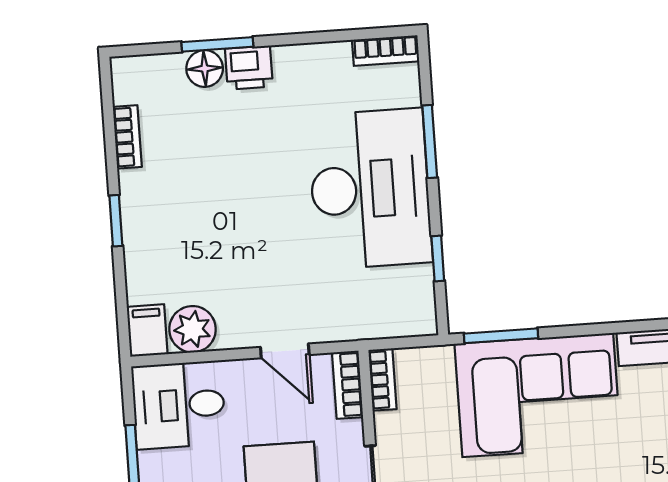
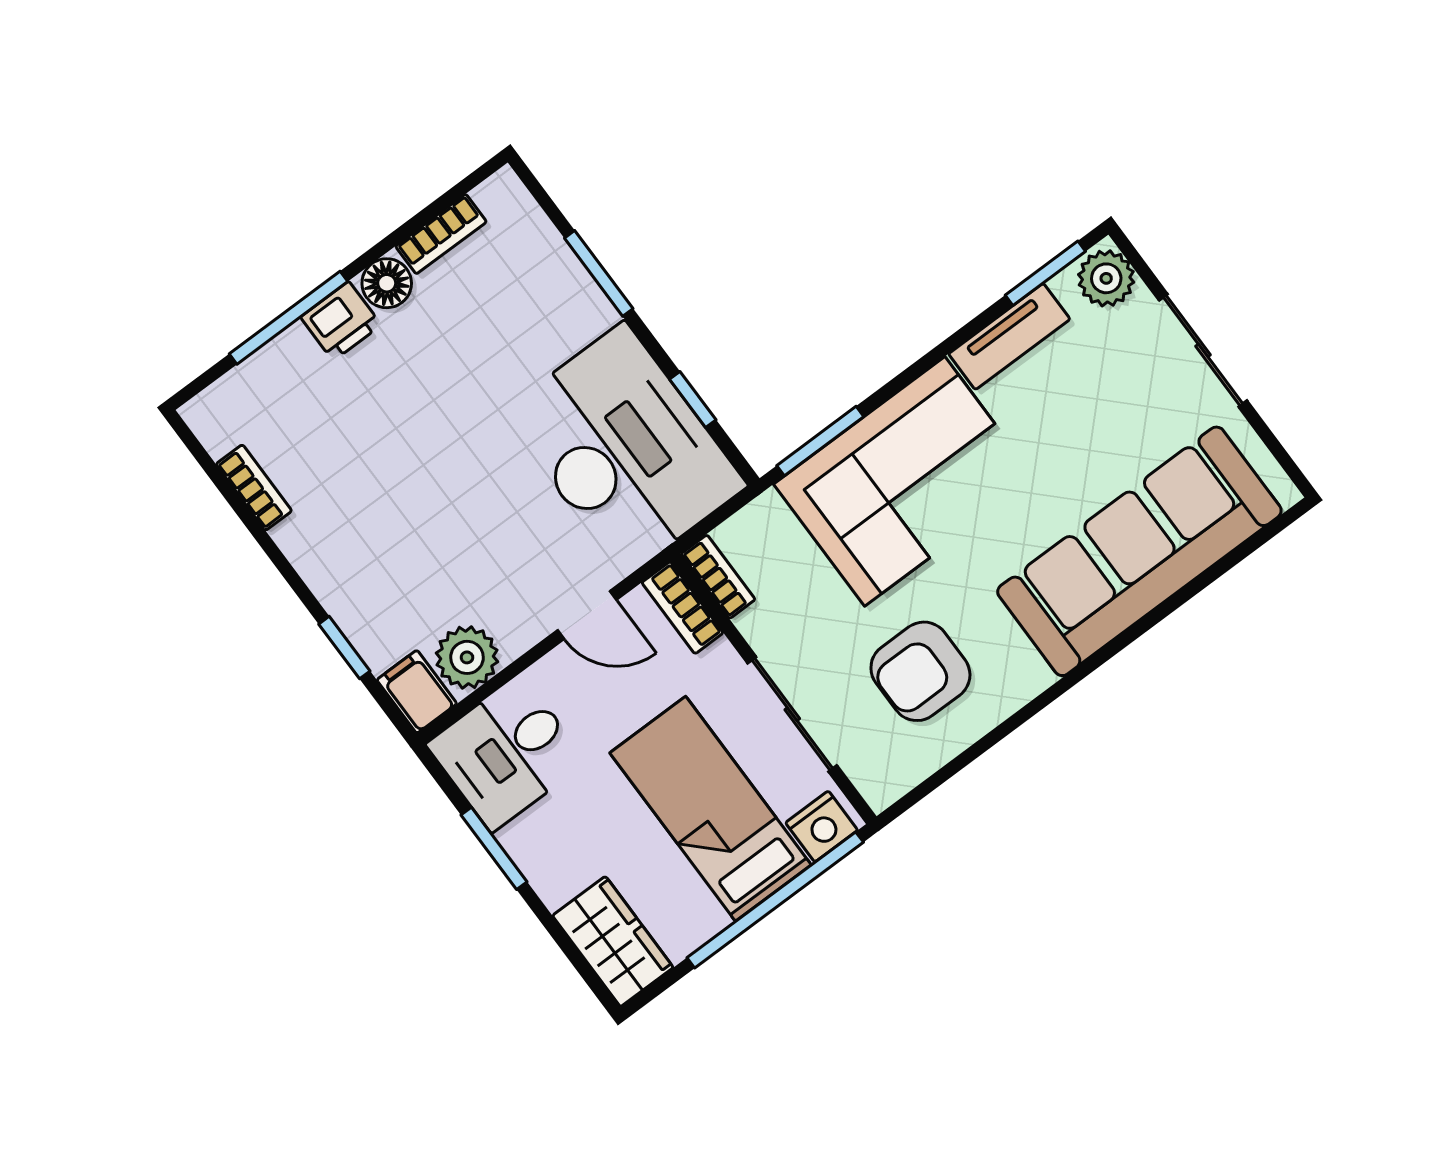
window: (217, 44) -> (288, 318), width x1.44
bookcase: (386, 51) -> (441, 234), moved
floor lamp: (205, 69) -> (387, 283), moved
desk: (370, 189) -> (624, 449), moved
window: (116, 221) -> (344, 648), moved

